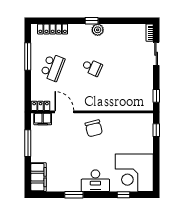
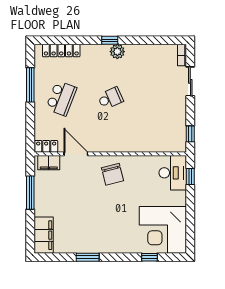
school desk: (92, 67) -> (110, 98), turned -48
desk: (95, 181) -> (173, 173), moved, turned -90

